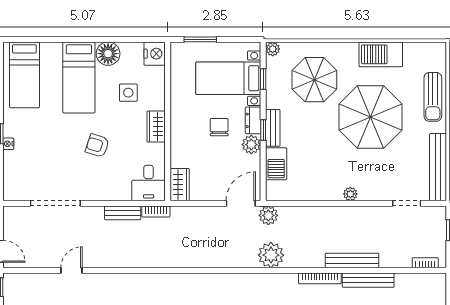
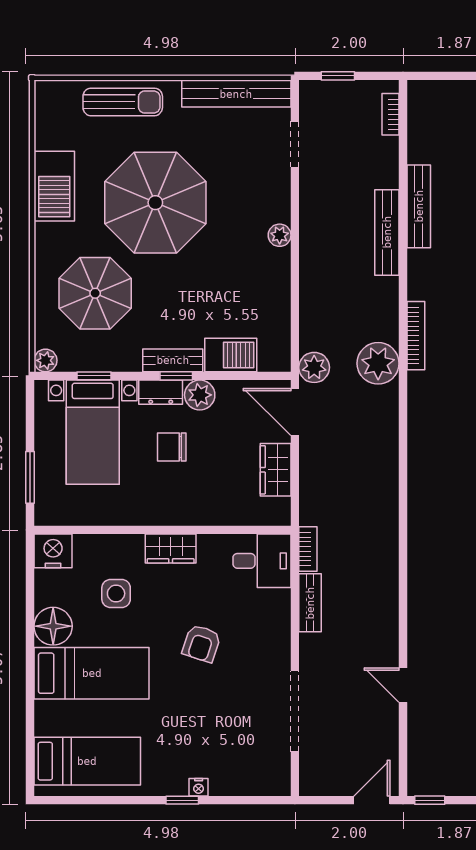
wardrobe: (180, 185) -> (276, 470), moved, turned -90
bookcase: (320, 278) -> (416, 336), moved

